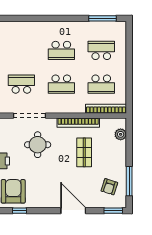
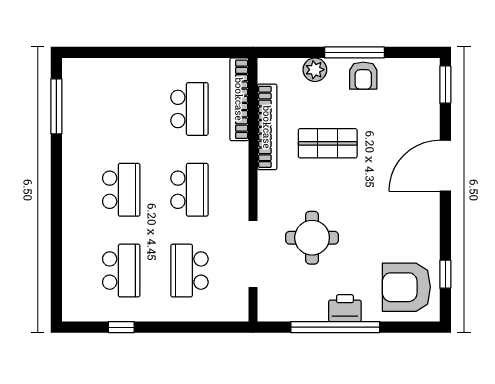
school desk: (101, 50) -> (121, 271), moved, turned 180
bookcase: (78, 123) -> (267, 127), moved
plant: (121, 134) -> (315, 70), moved
window: (129, 181) -> (355, 52), moved
armchair: (109, 187) -> (363, 76), moved, turned 72

